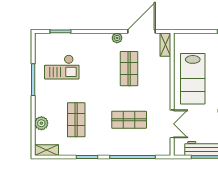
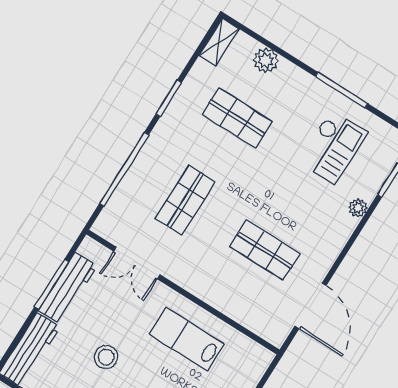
plant: (117, 38) -> (358, 208), moved
shelving: (165, 45) -> (267, 330), removed
checkout: (62, 67) -> (333, 147), turned 180
lab bench: (193, 79) -> (187, 339), width x0.73, depth x0.72

